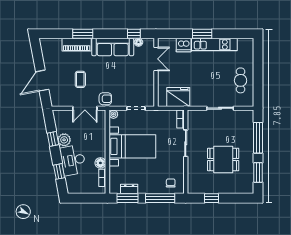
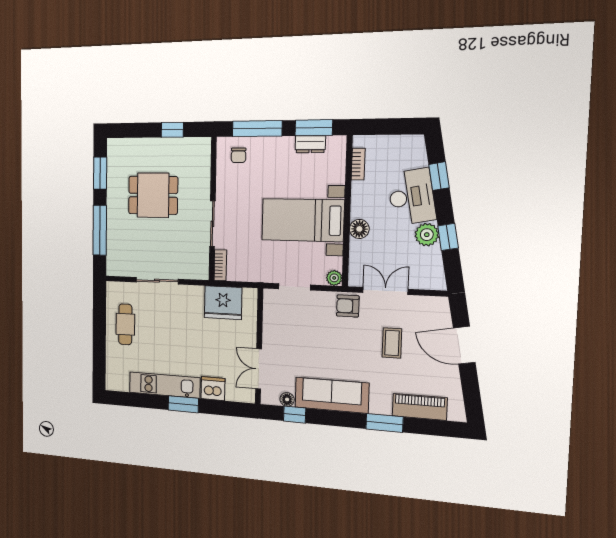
piano: (77, 45) -> (420, 407), moved
door: (42, 81) -> (464, 345), swing flipped
floor lamp: (100, 163) -> (359, 229), moved

